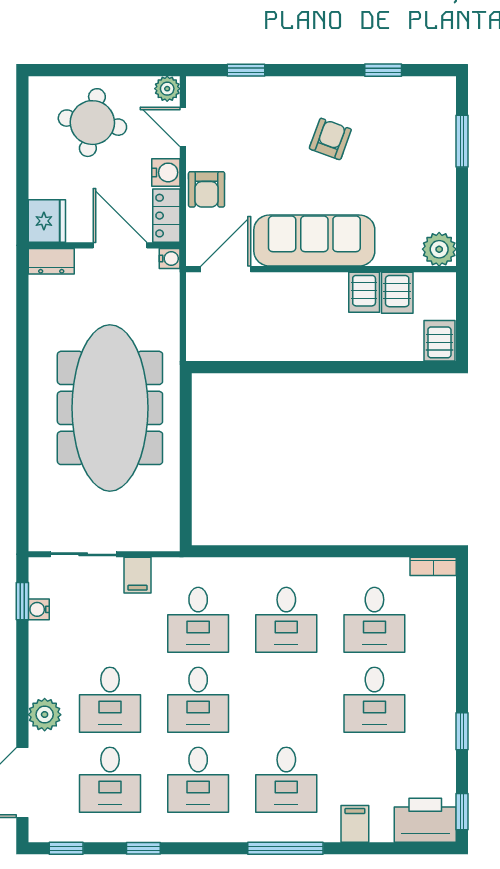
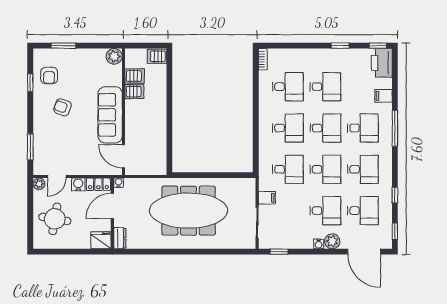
window: (246, 70) -> (30, 147), width x1.50
armchair: (207, 189) -> (49, 75), moved, turned 90
water cooler: (39, 609) -> (319, 244), moved
desk: (286, 700) -> (325, 128), added

